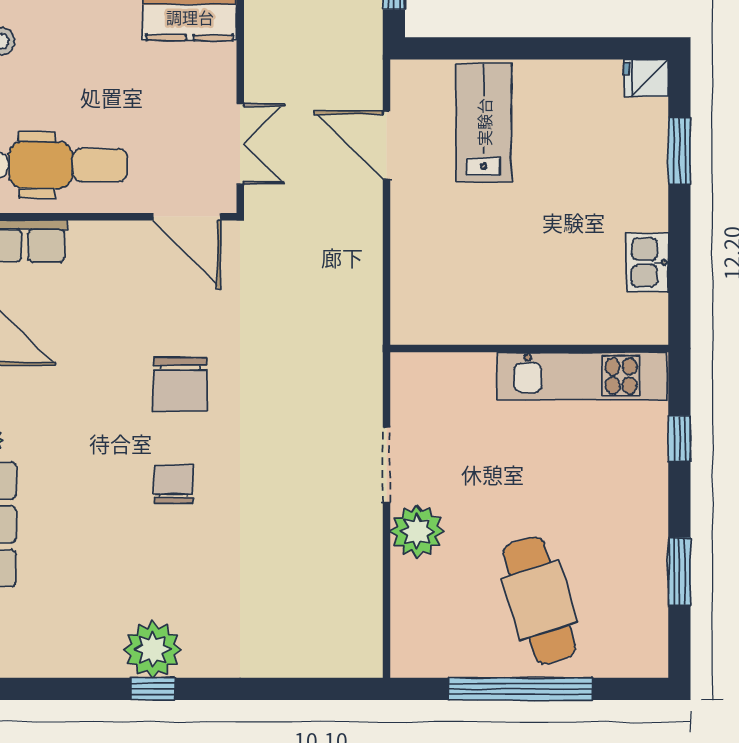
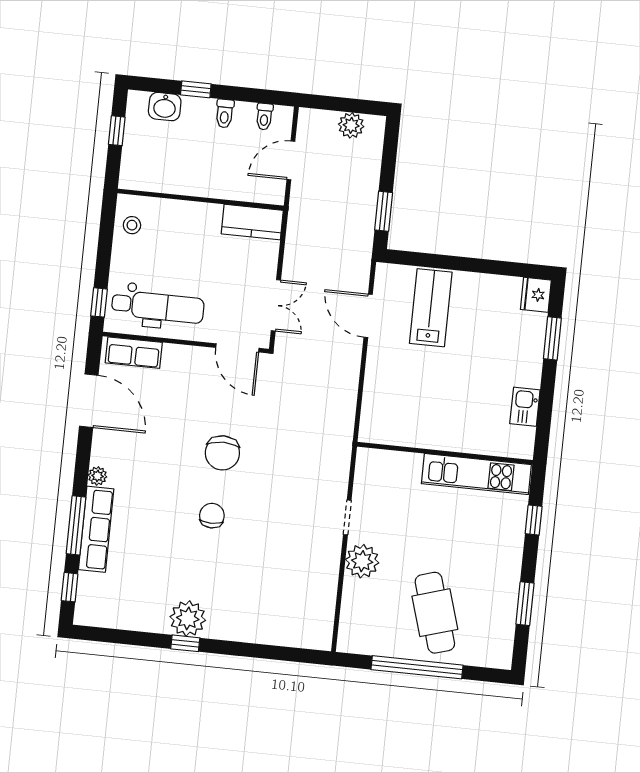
fridge: (646, 78) -> (536, 295), width x1.38
doorway: (387, 465) -> (347, 517), width x0.73

